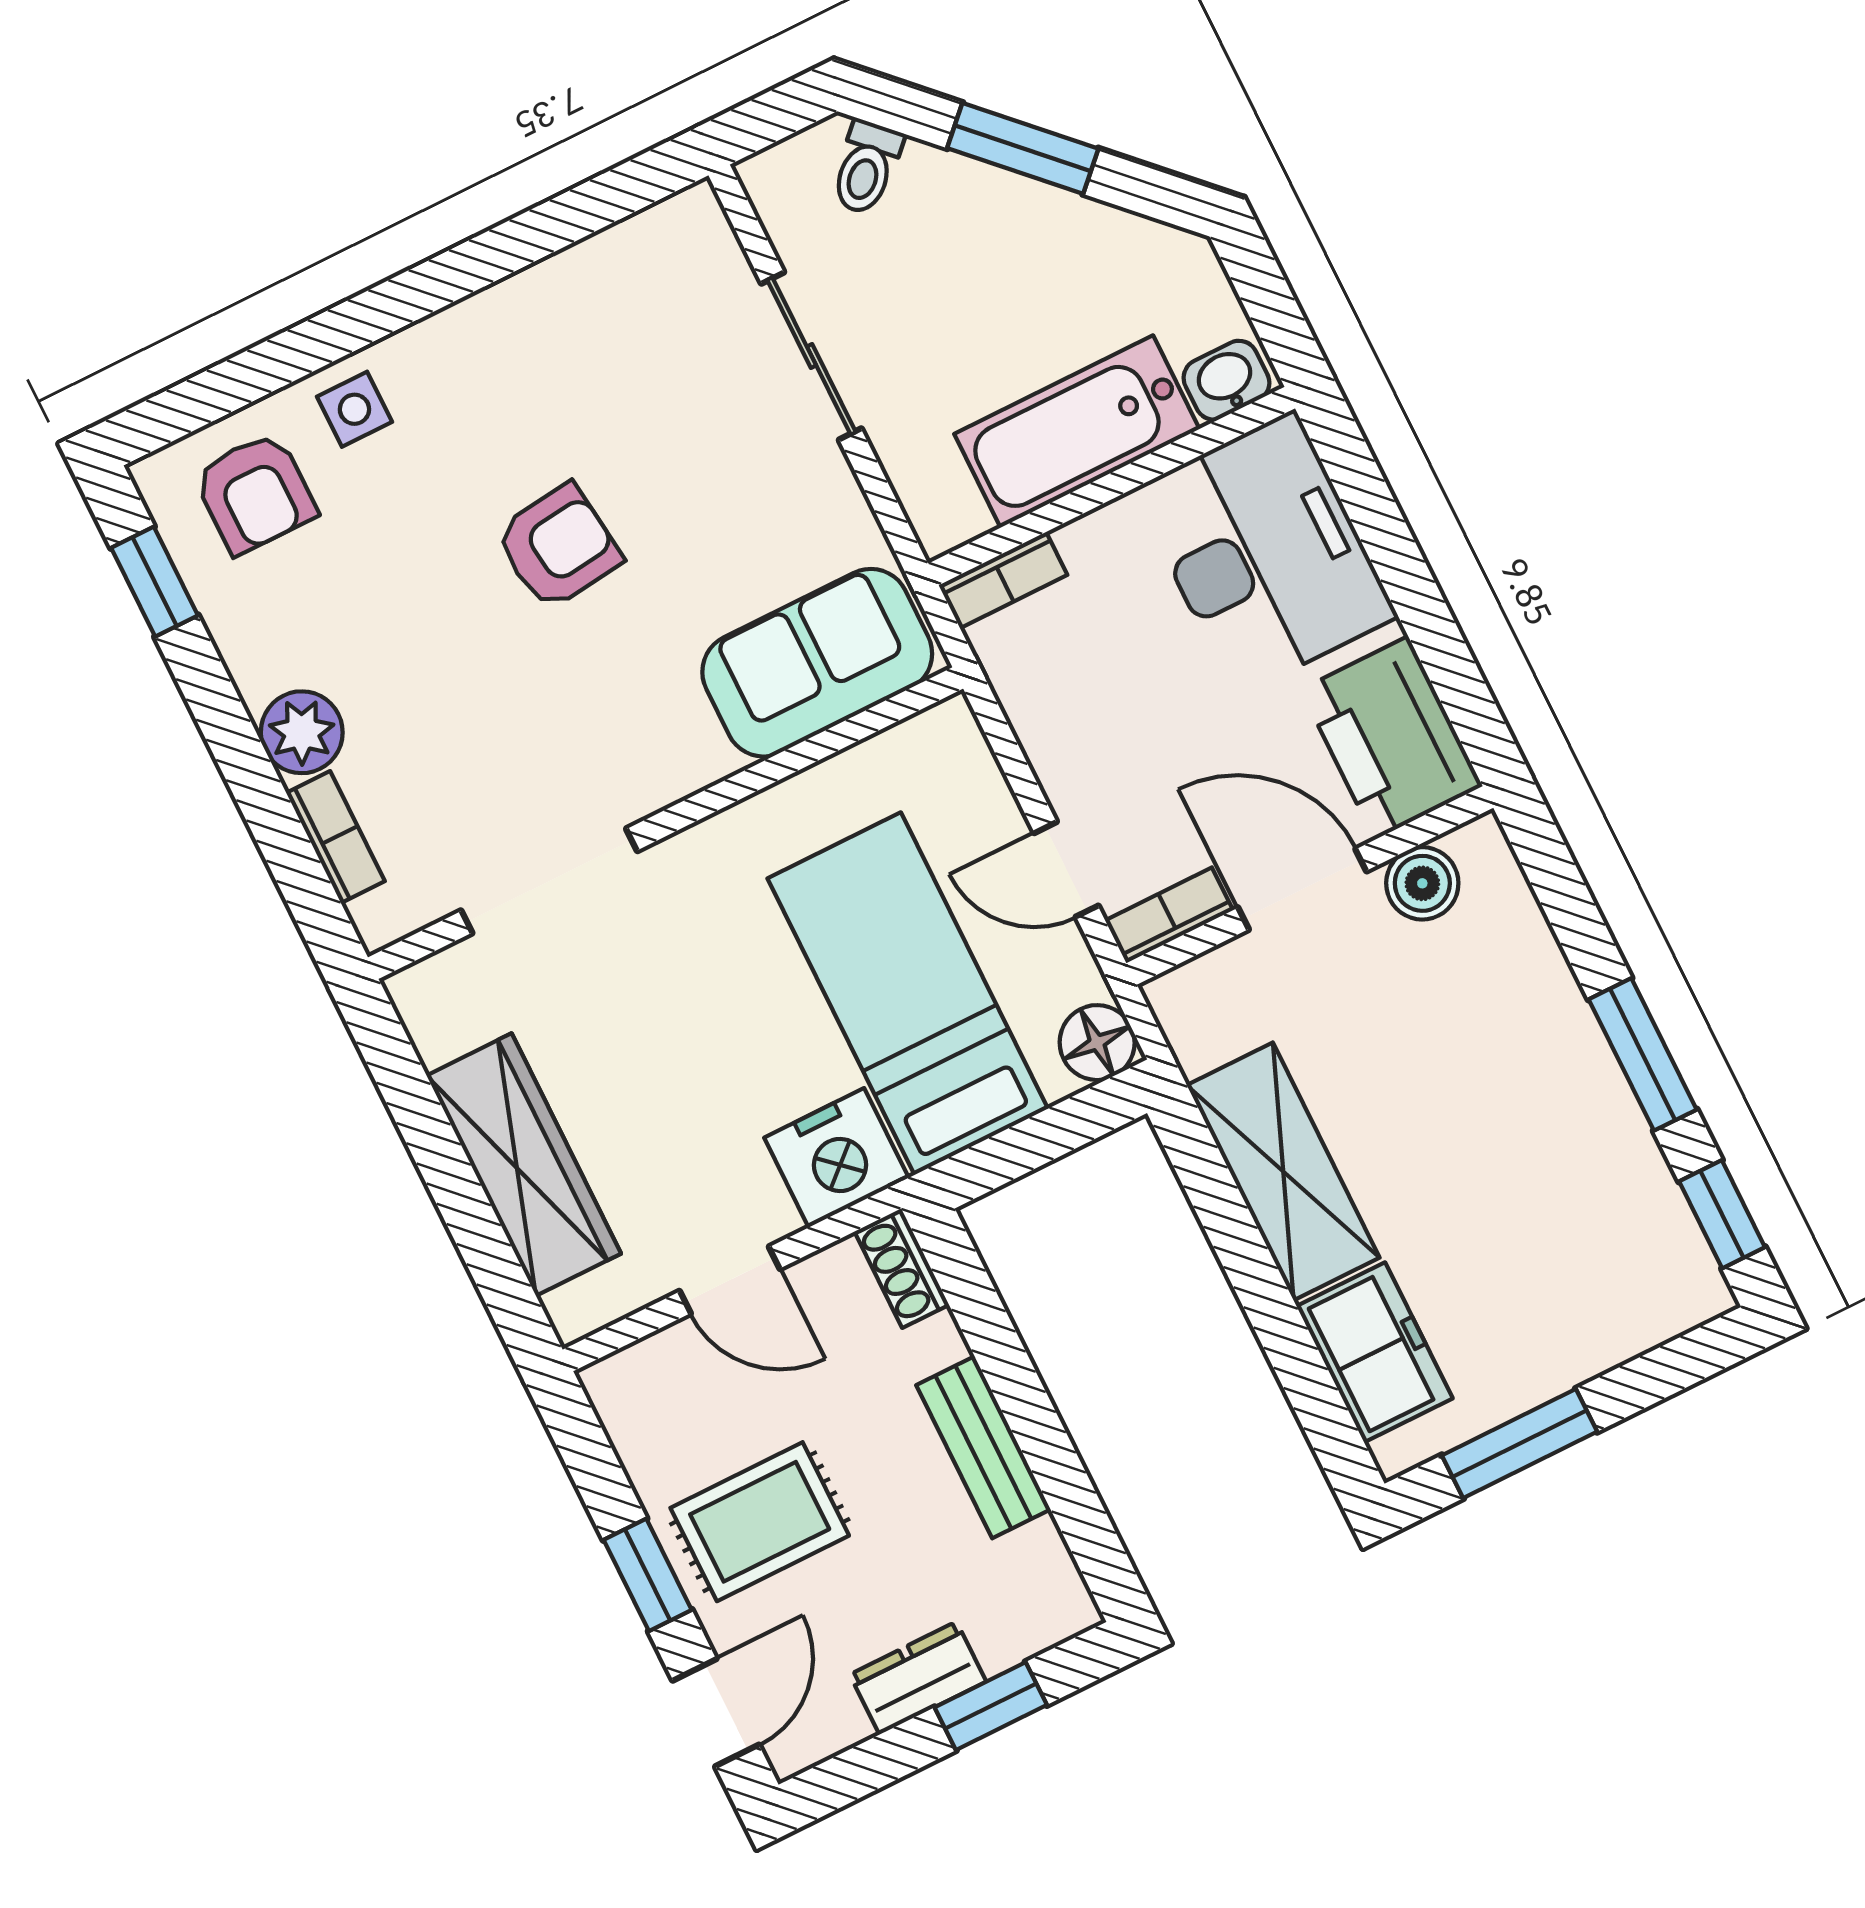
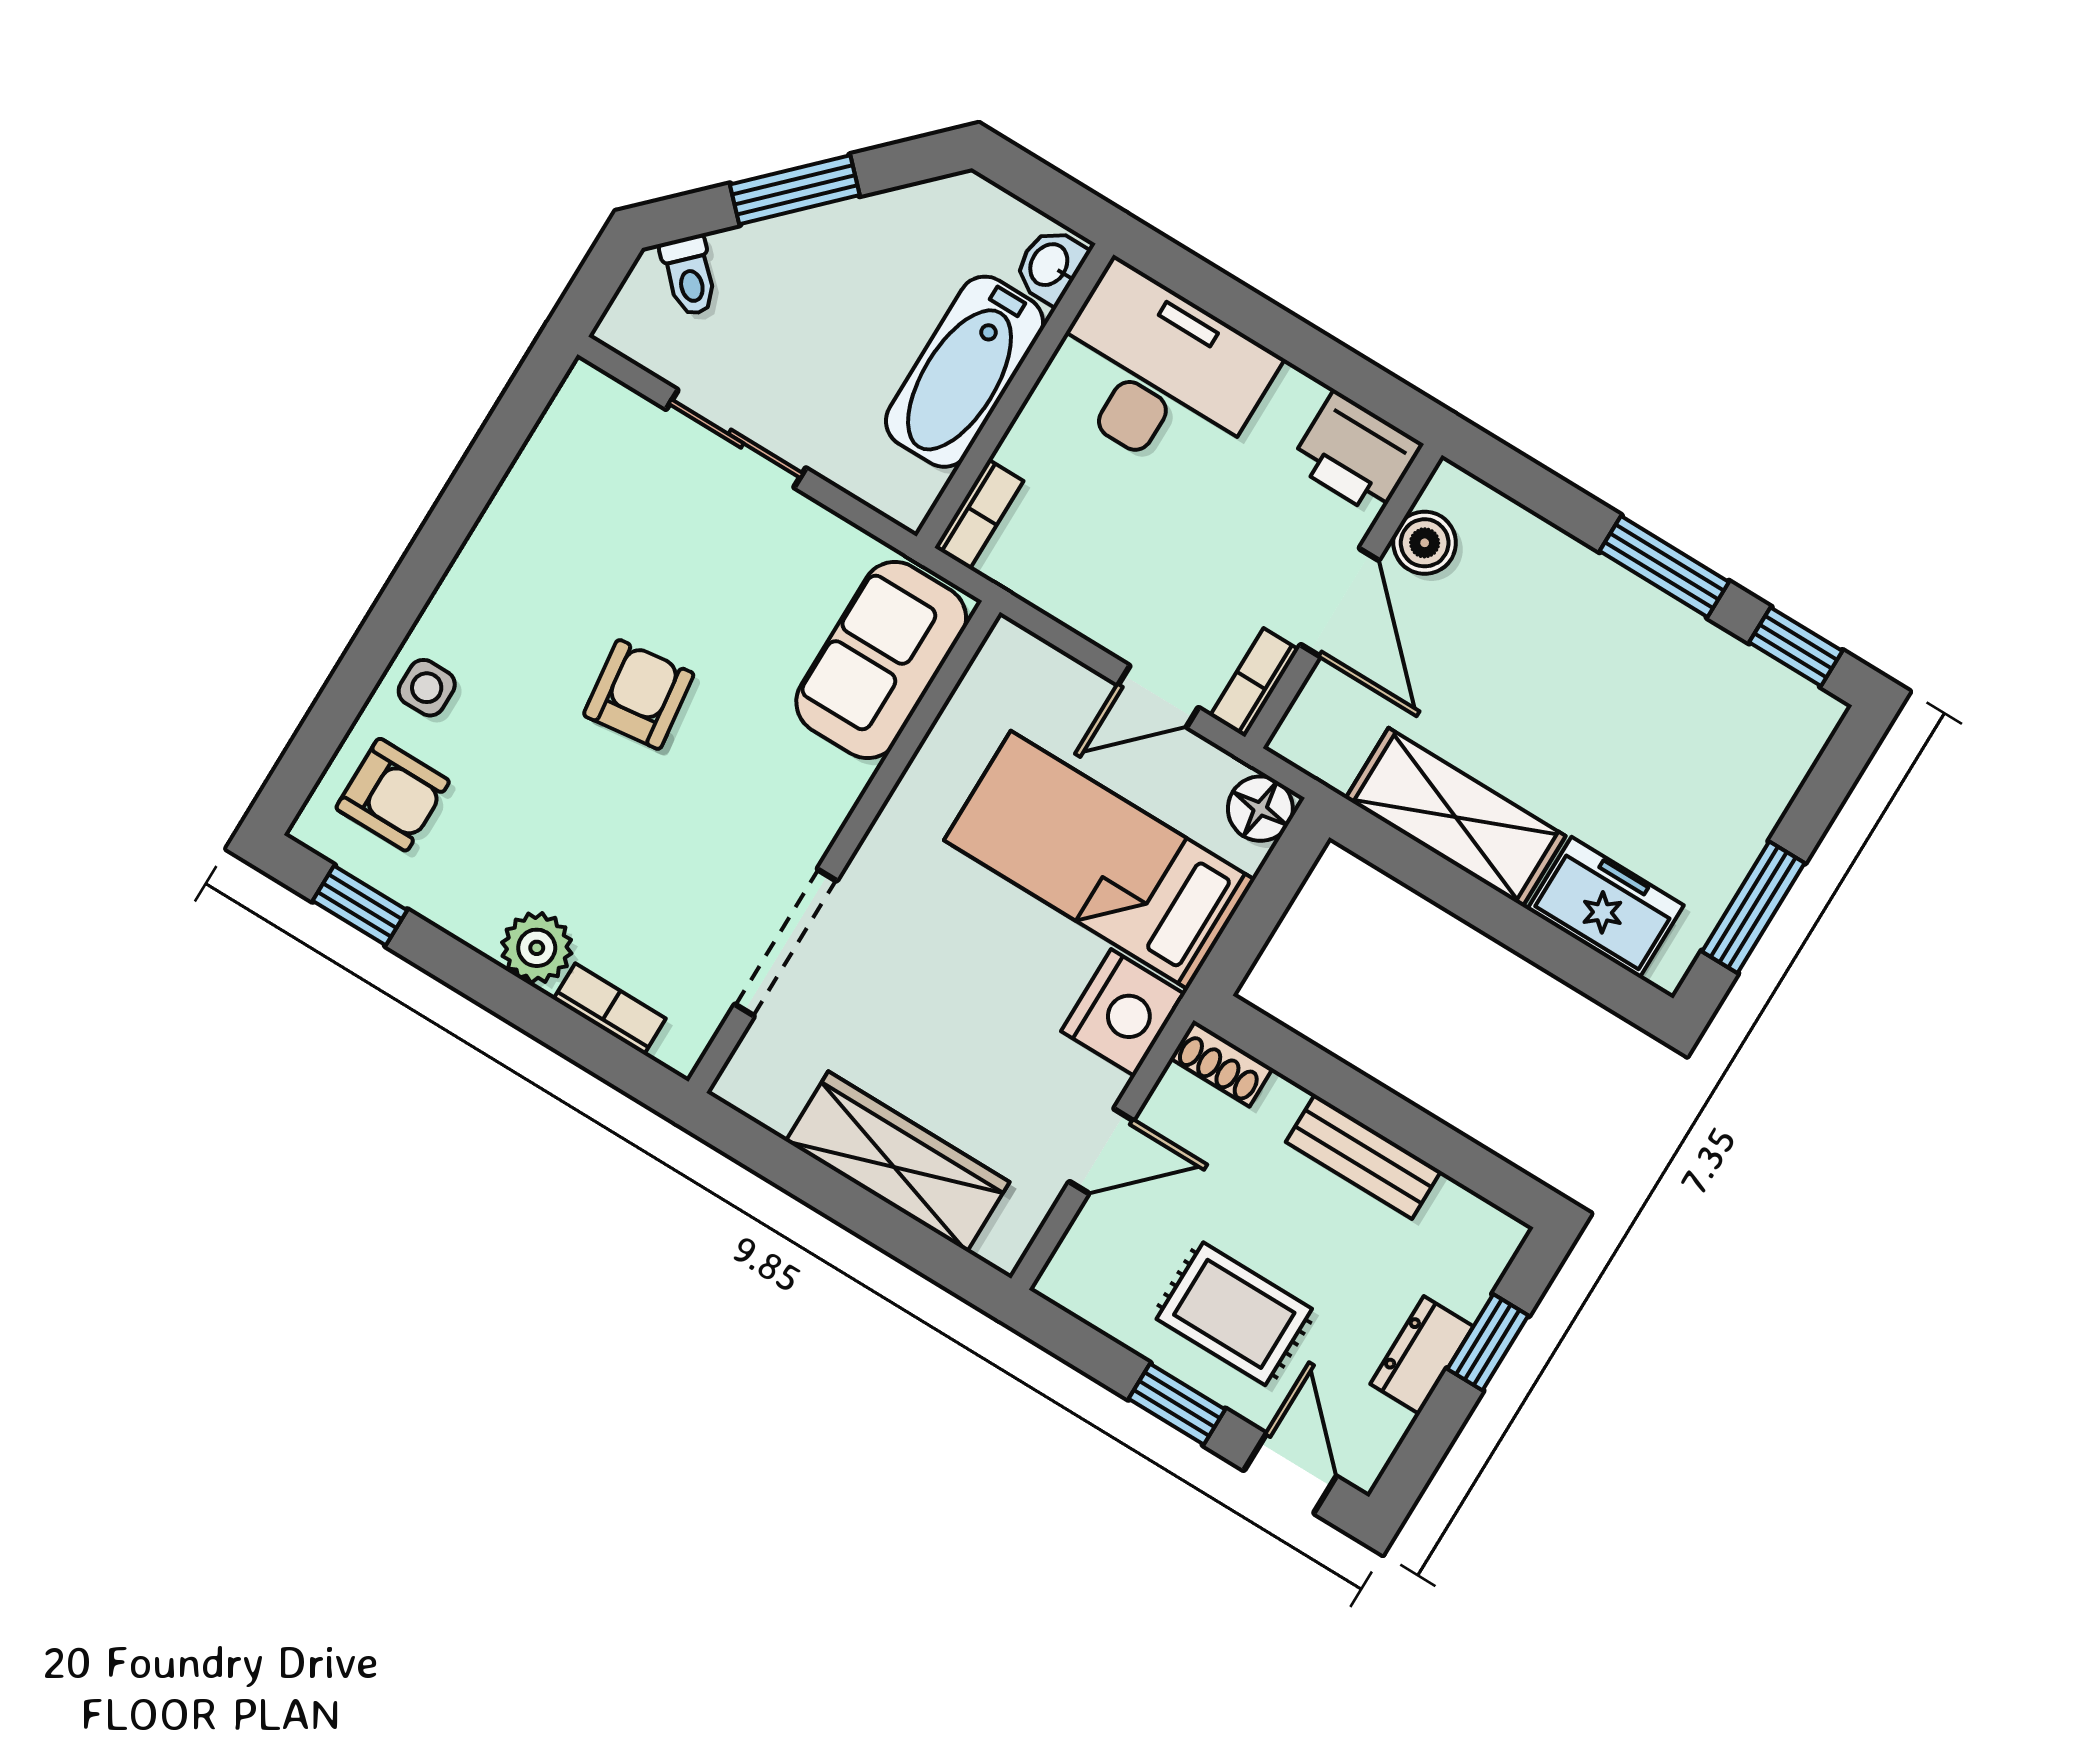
printer: (1392, 738) -> (1356, 454), width x0.73, depth x0.84
door: (1302, 889) -> (1340, 602), swing flipped
rug: (760, 1522) -> (1234, 1314), turned 90

